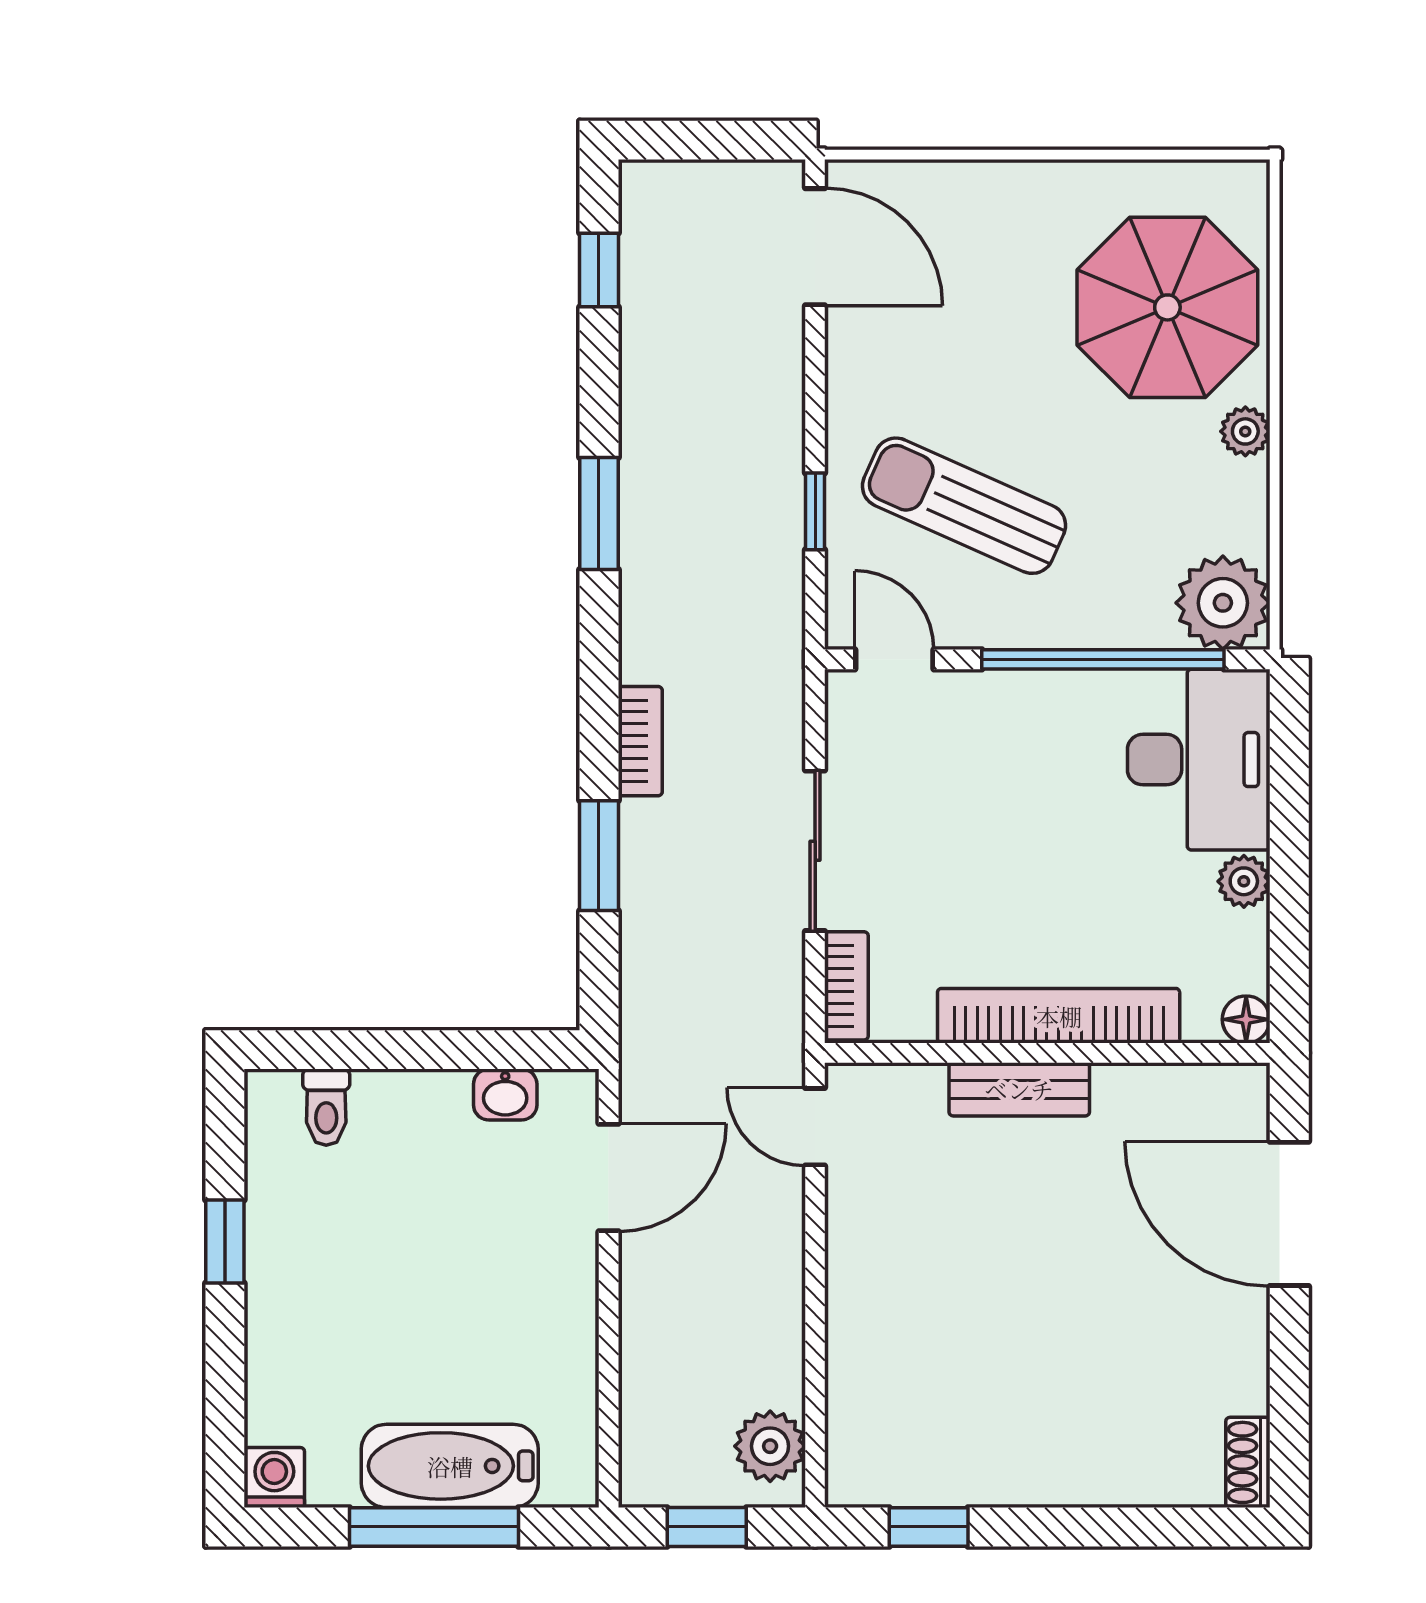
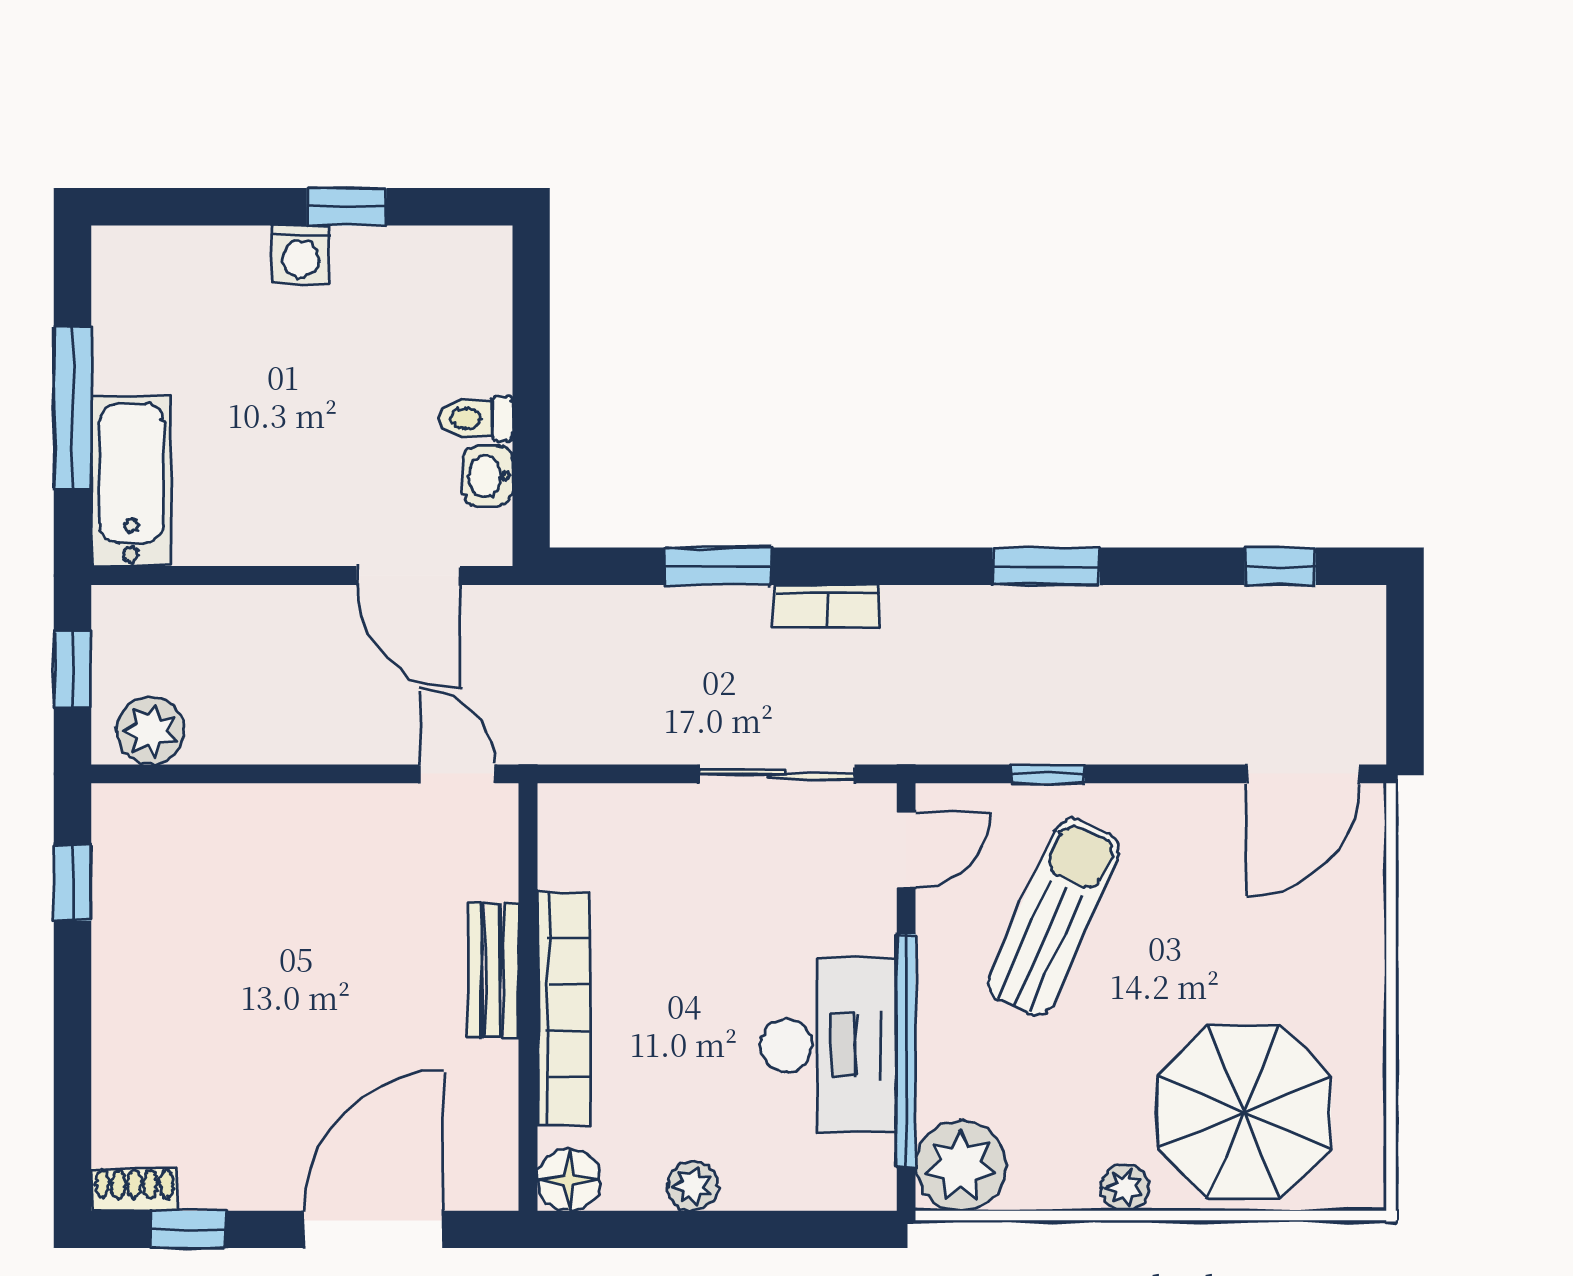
desk: (1199, 760) -> (828, 1045), moved, turned -90
sliding door: (815, 851) -> (777, 774), moved
bookcase: (846, 986) -> (592, 804), removed
floor lamp: (1246, 1019) -> (569, 1180), width x1.37, depth x1.37
toilet: (326, 1107) -> (476, 418), moved
door: (815, 1127) -> (457, 774), hinge flipped
window: (1289, 1406) -> (188, 1229), added
bathtub: (450, 1466) -> (131, 481), moved
washing machine: (274, 1478) -> (301, 254), moved, turned 90

